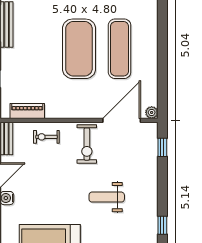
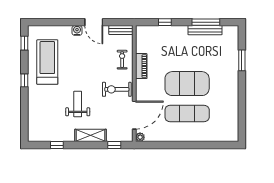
piano: (27, 111) -> (141, 66), moved
door: (122, 120) -> (134, 115), hinge flipped
shelving: (149, 180) -> (91, 135), added

